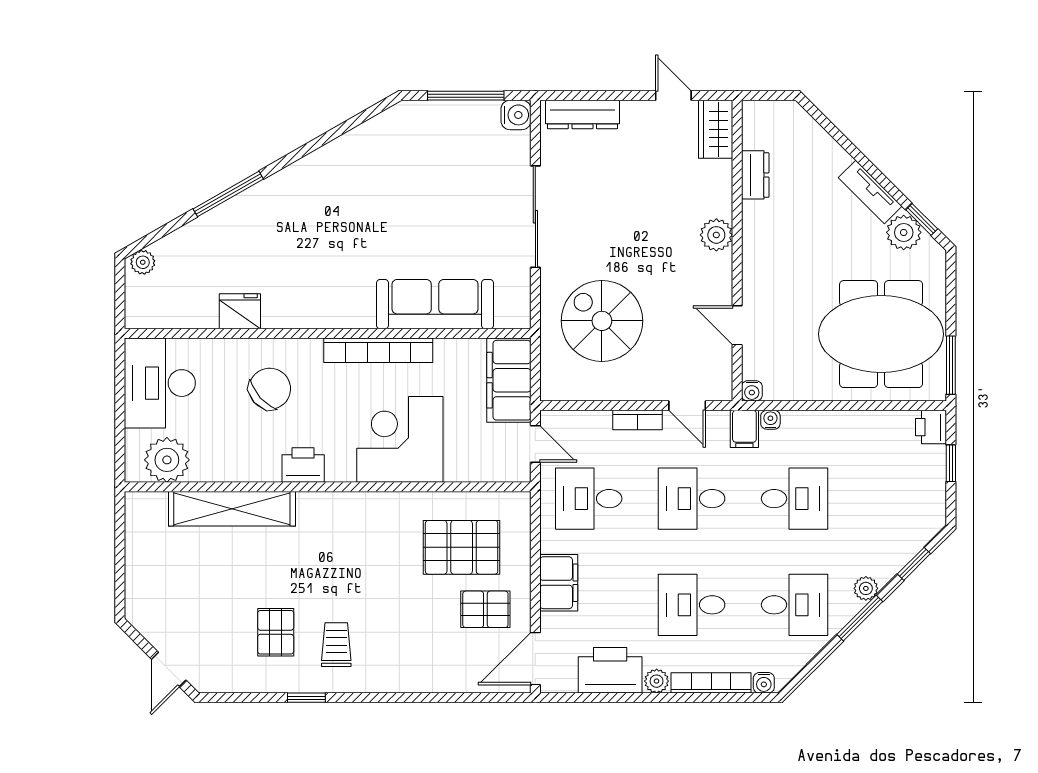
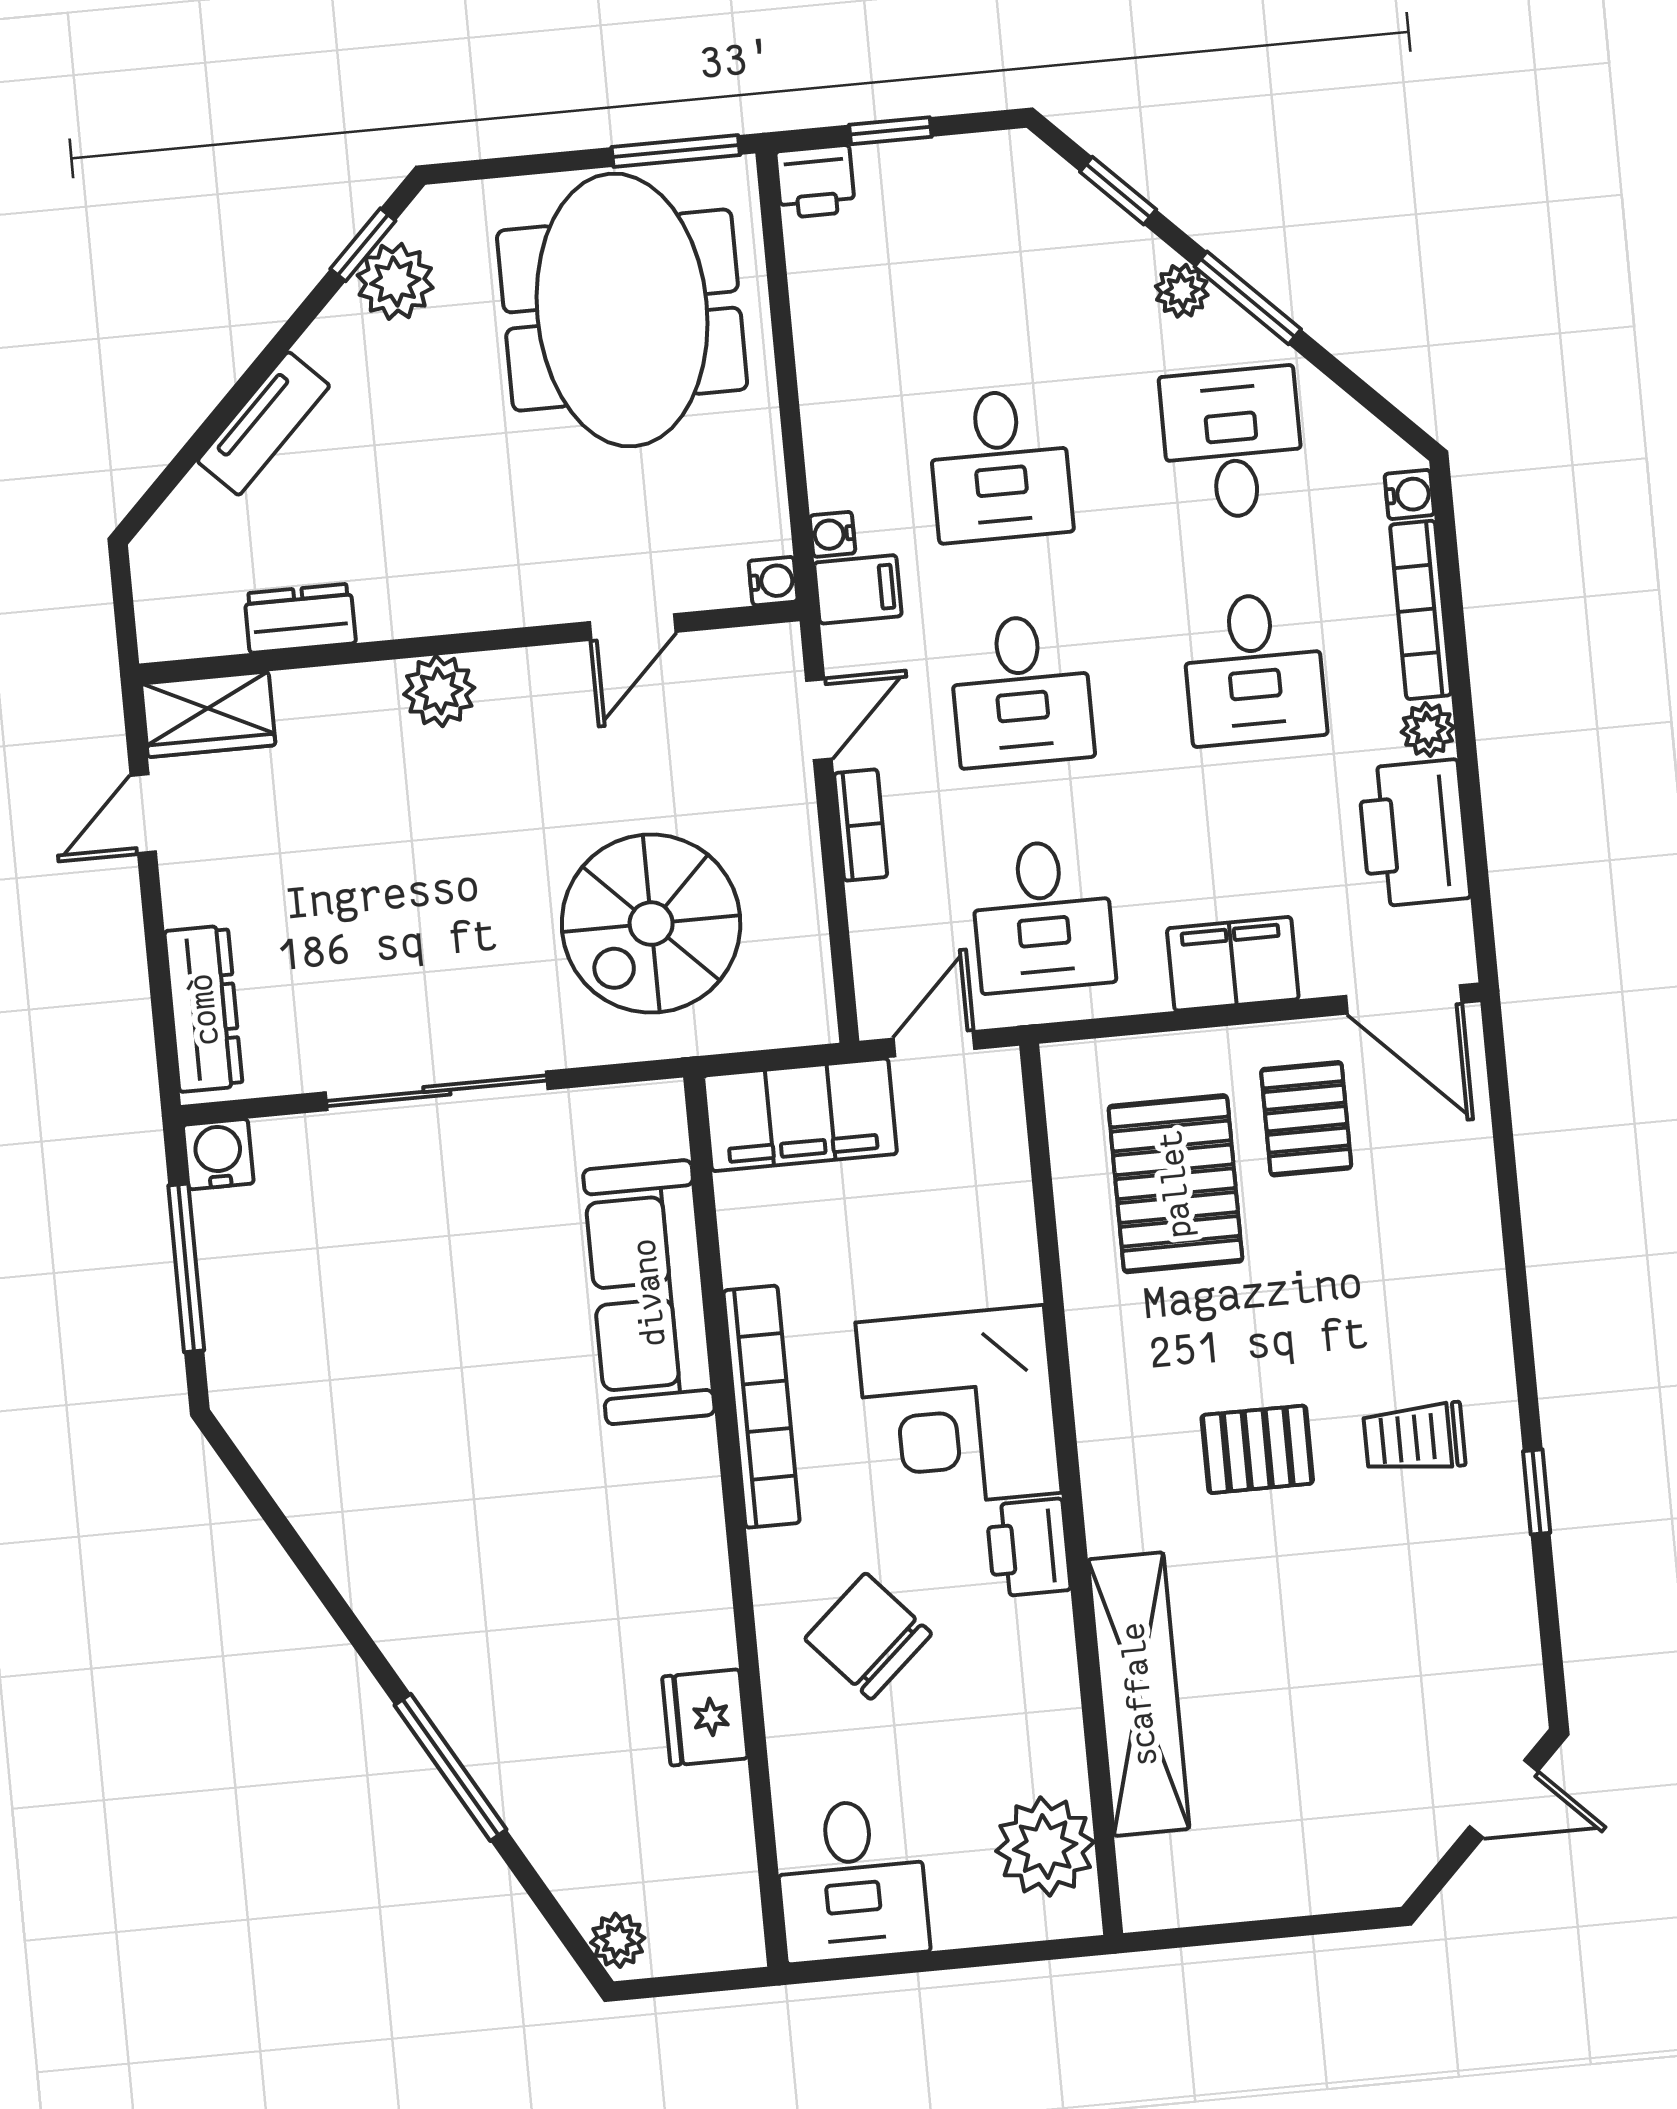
tv unit: (870, 192) -> (264, 424), moved
desk: (160, 383) -> (852, 1881), width x0.73
corner desk: (400, 439) -> (958, 1408), moved
desk: (795, 499) -> (1000, 465), turned 180
pallet: (276, 632) -> (1257, 1449), moved

